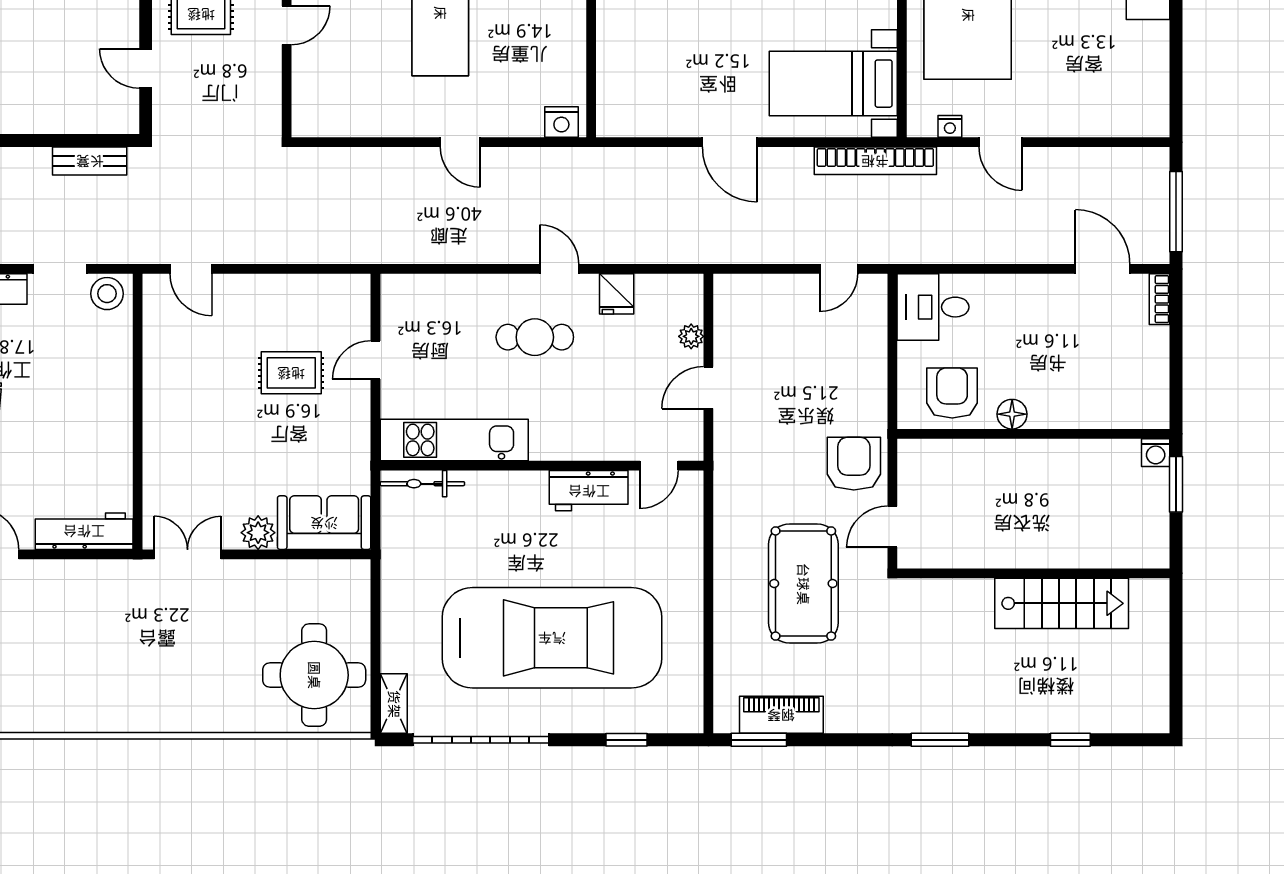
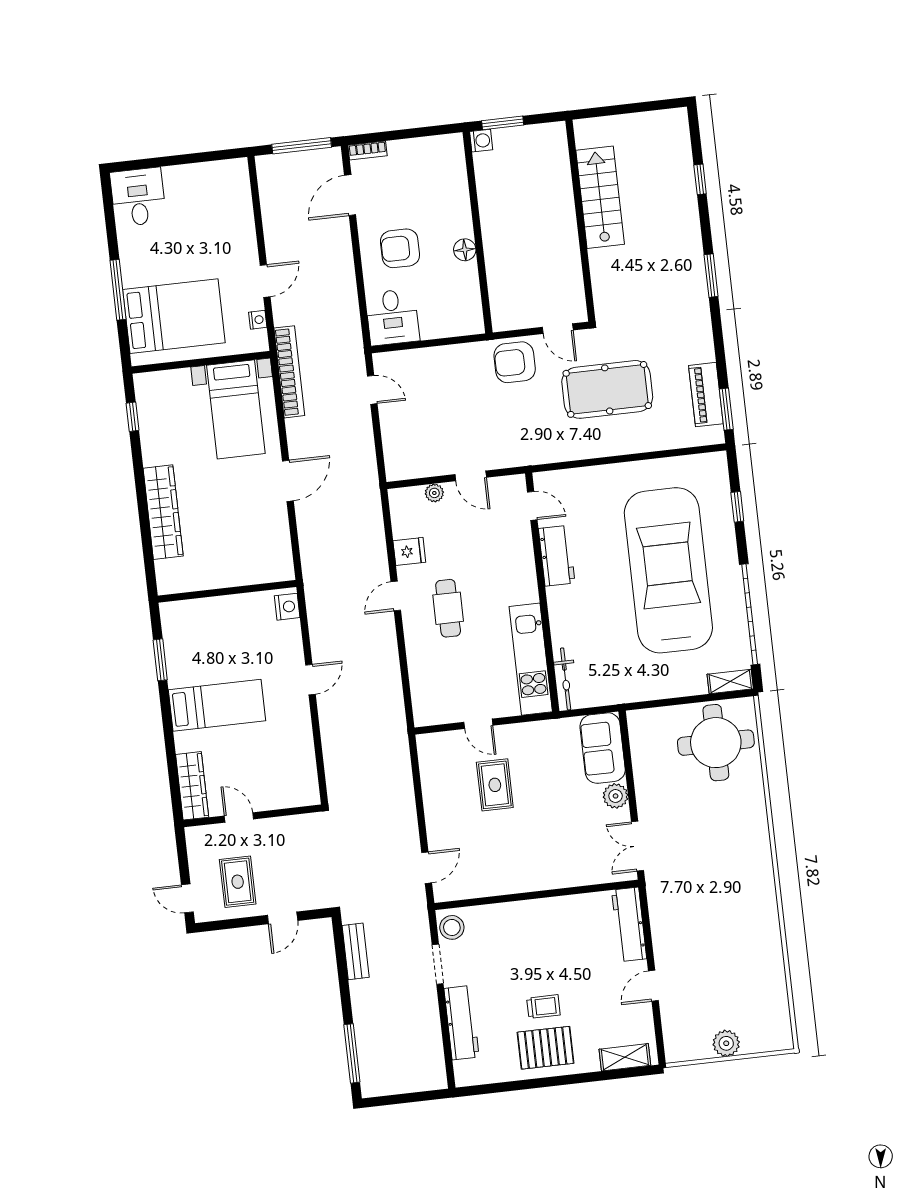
armchair: (952, 393) -> (400, 248), moved

